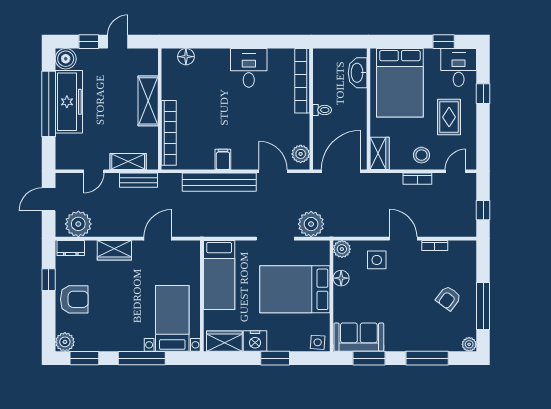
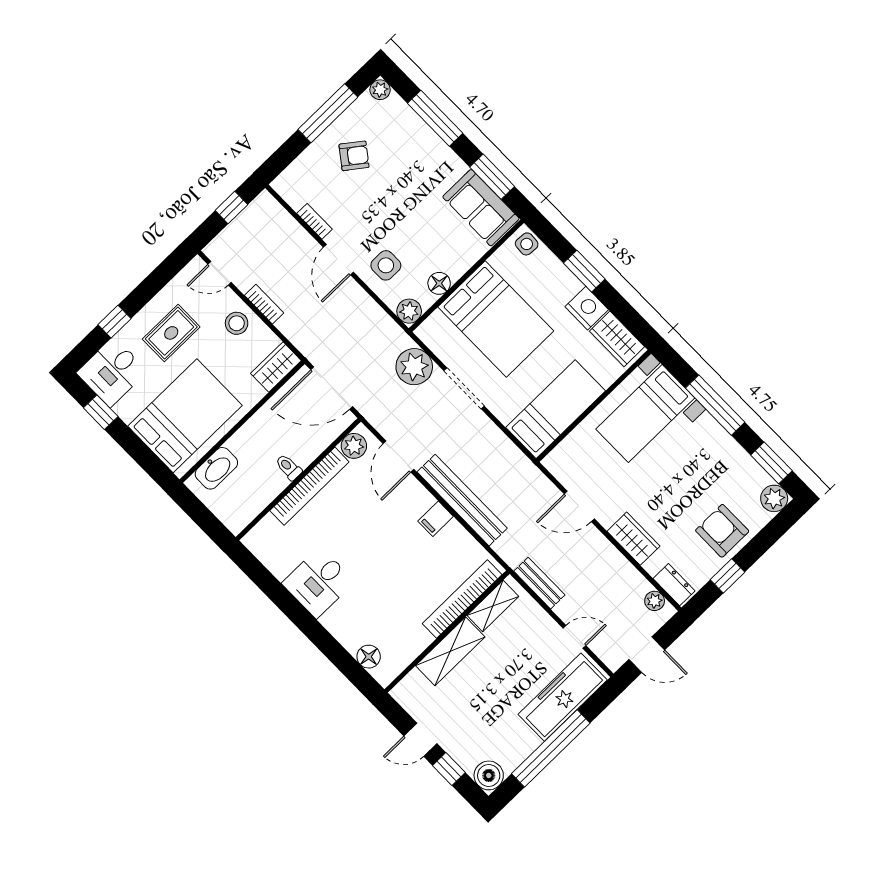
bookcase: (302, 81) -> (309, 486), moved
freezer: (69, 102) -> (563, 697), moved
shelving: (128, 162) -> (493, 606), moved, turned 90
plant: (78, 224) -> (655, 601), width x0.53, depth x0.53

